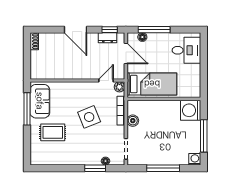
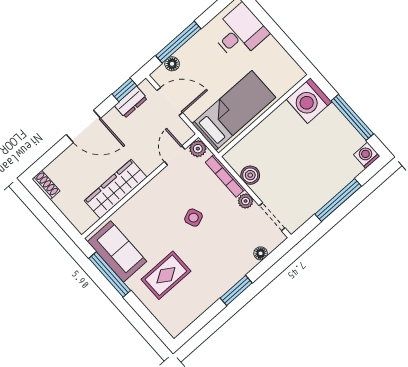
wardrobe: (65, 72) -> (116, 189), added
side table: (89, 117) -> (193, 218), width x0.54, depth x0.54
plant: (120, 131) -> (246, 201), added
window: (95, 168) -> (236, 291), moved

